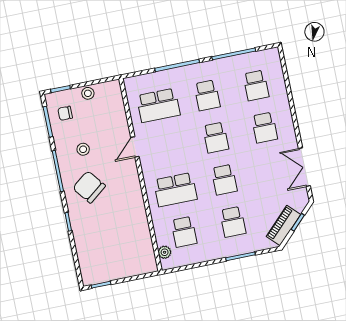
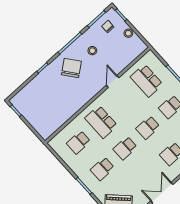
door: (135, 147) -> (113, 82), hinge flipped
plant: (165, 252) -> (59, 138), removed

